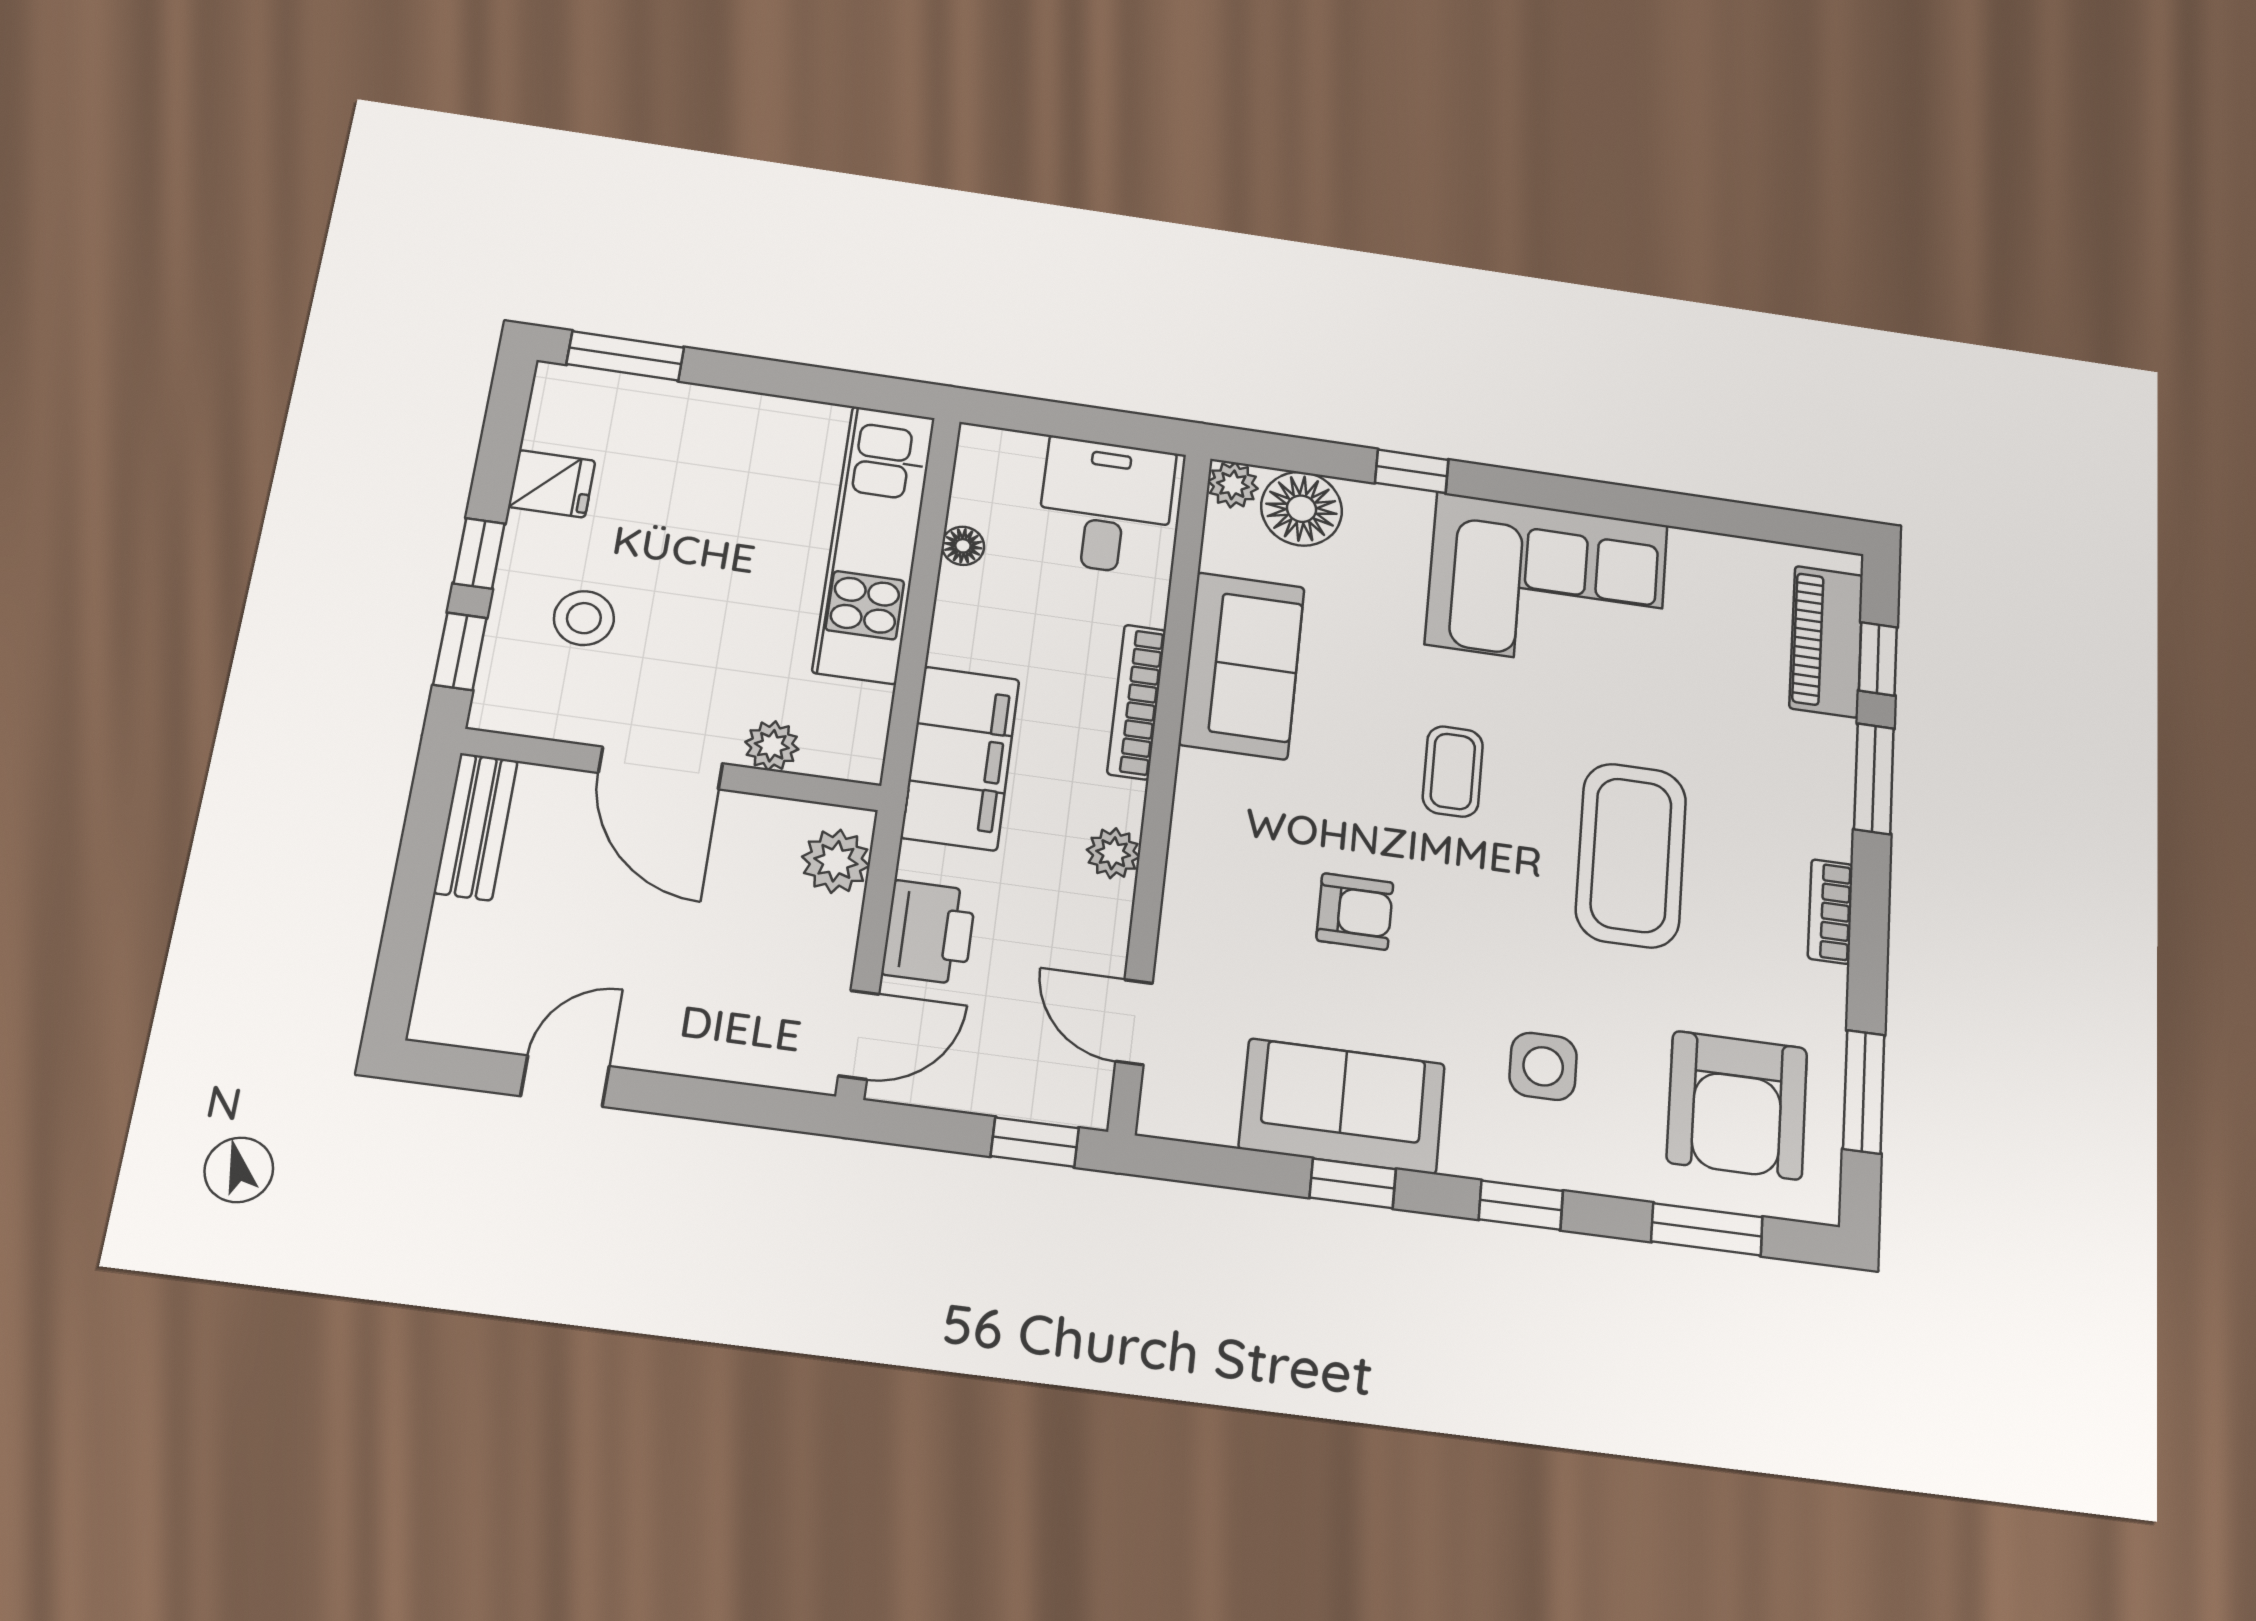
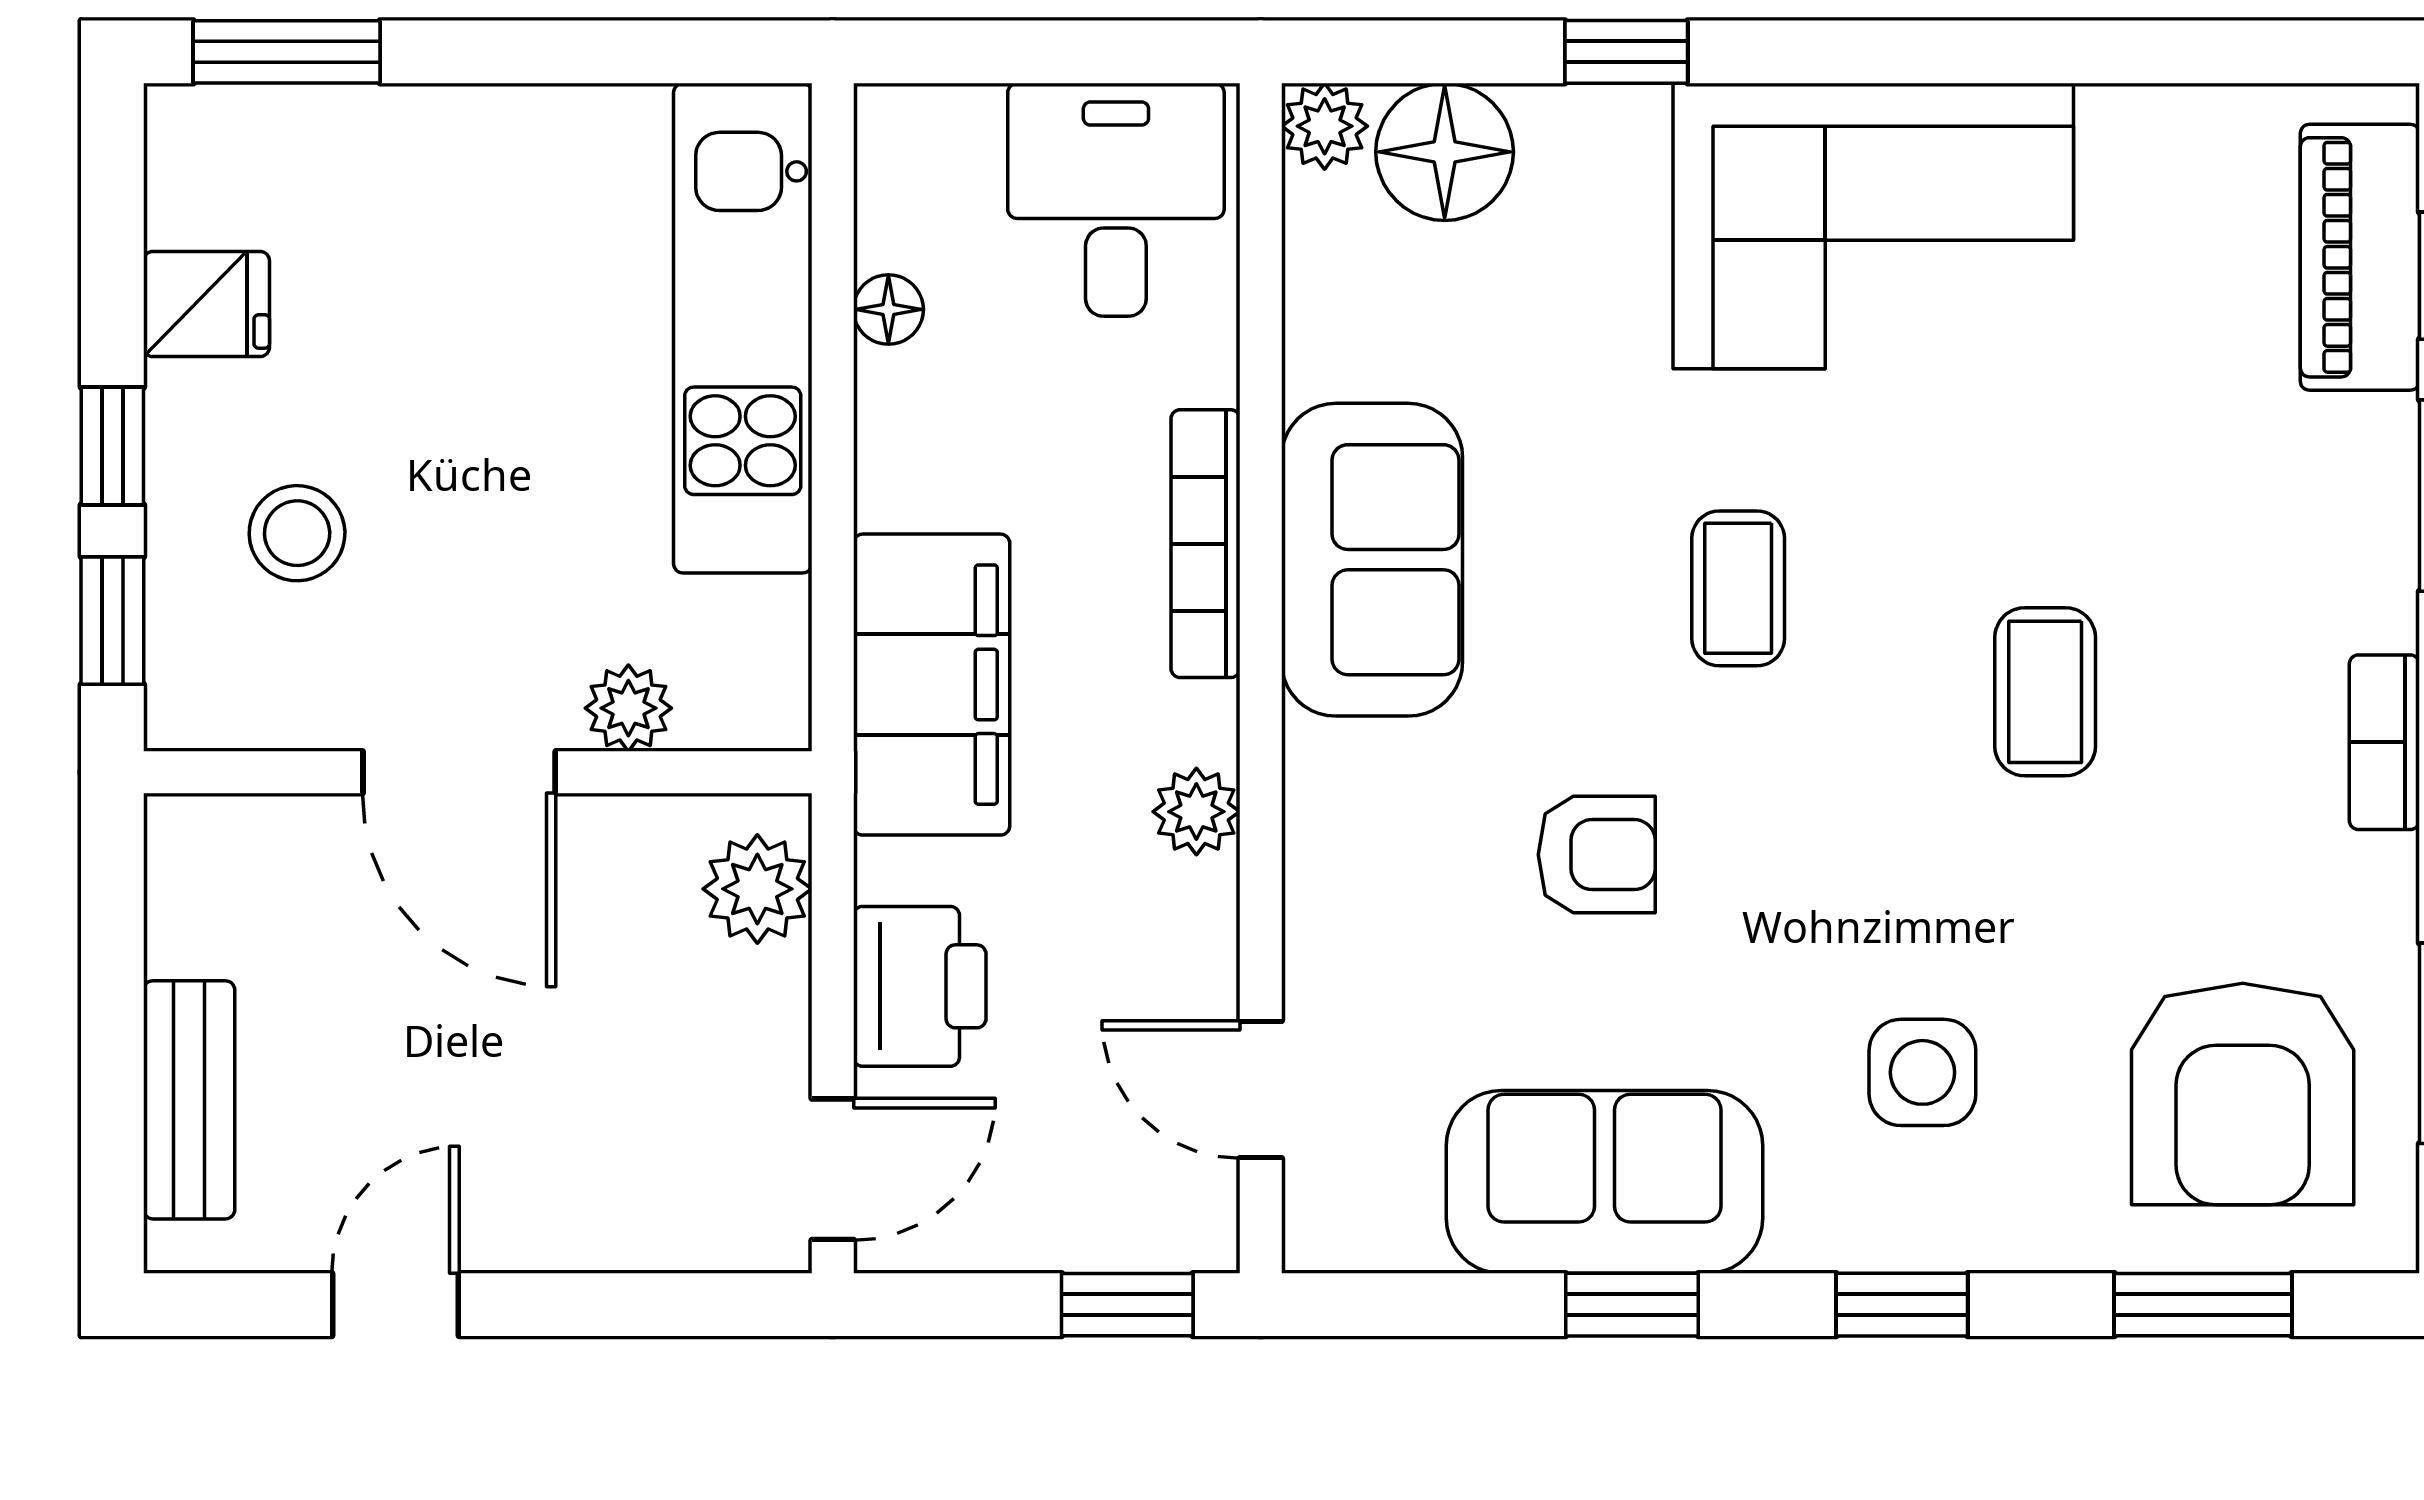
sofa: (1242, 665) -> (1372, 560), moved
bench: (476, 826) -> (189, 1100), moved
coffee table: (1631, 855) -> (2045, 692), width x0.54, depth x0.58

